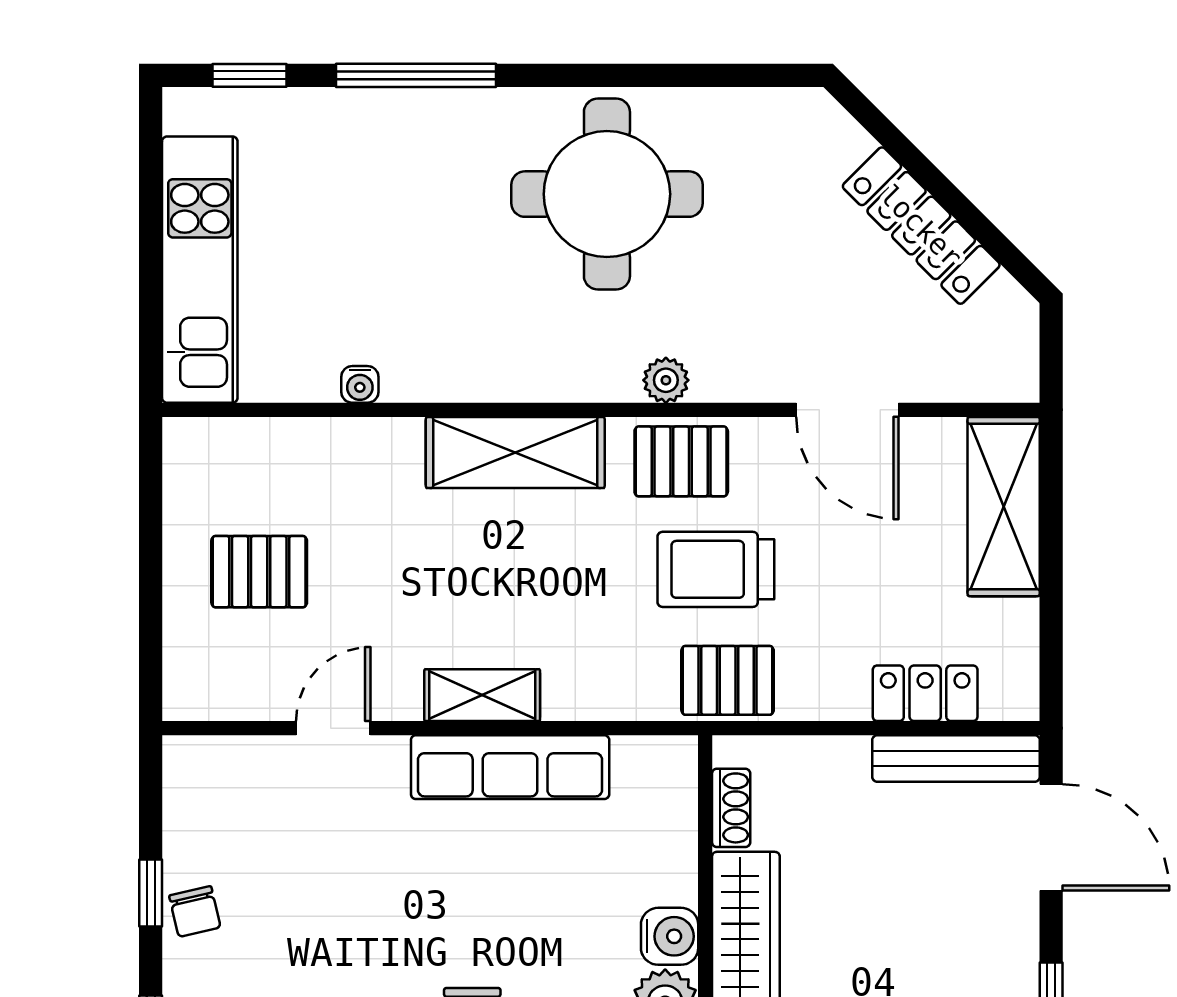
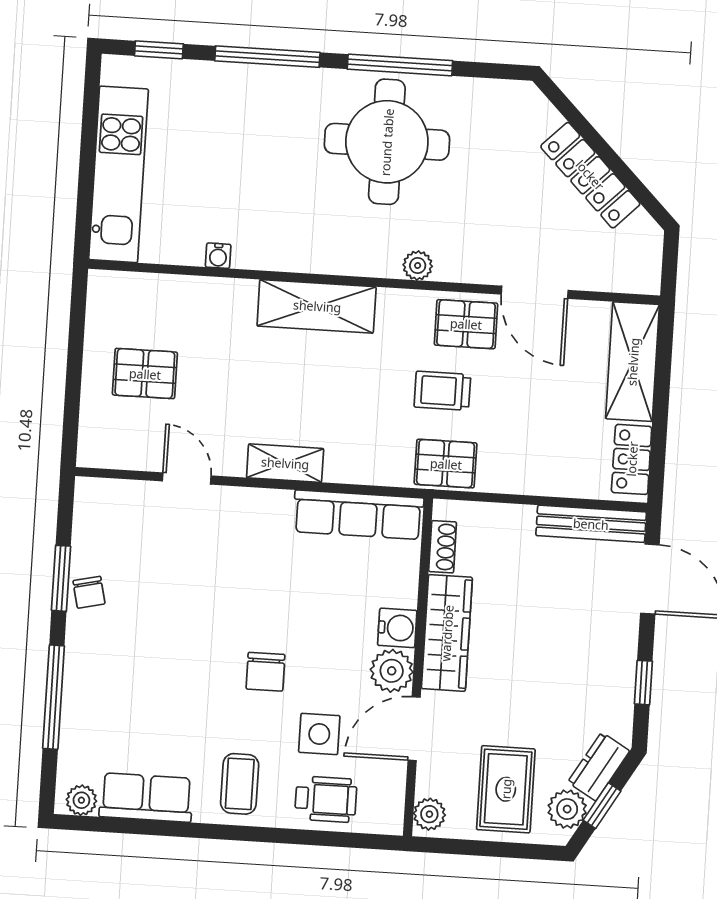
window: (620, 75) -> (400, 65), added
pallet: (681, 461) -> (466, 324), moved
trolley: (716, 569) -> (442, 391), width x0.73, depth x0.72
locker: (925, 693) -> (632, 459), moved, turned -90
door: (333, 728) -> (187, 478), hinge flipped
row of seats: (510, 767) -> (358, 515), moved
window: (151, 893) -> (61, 578), width x1.50

